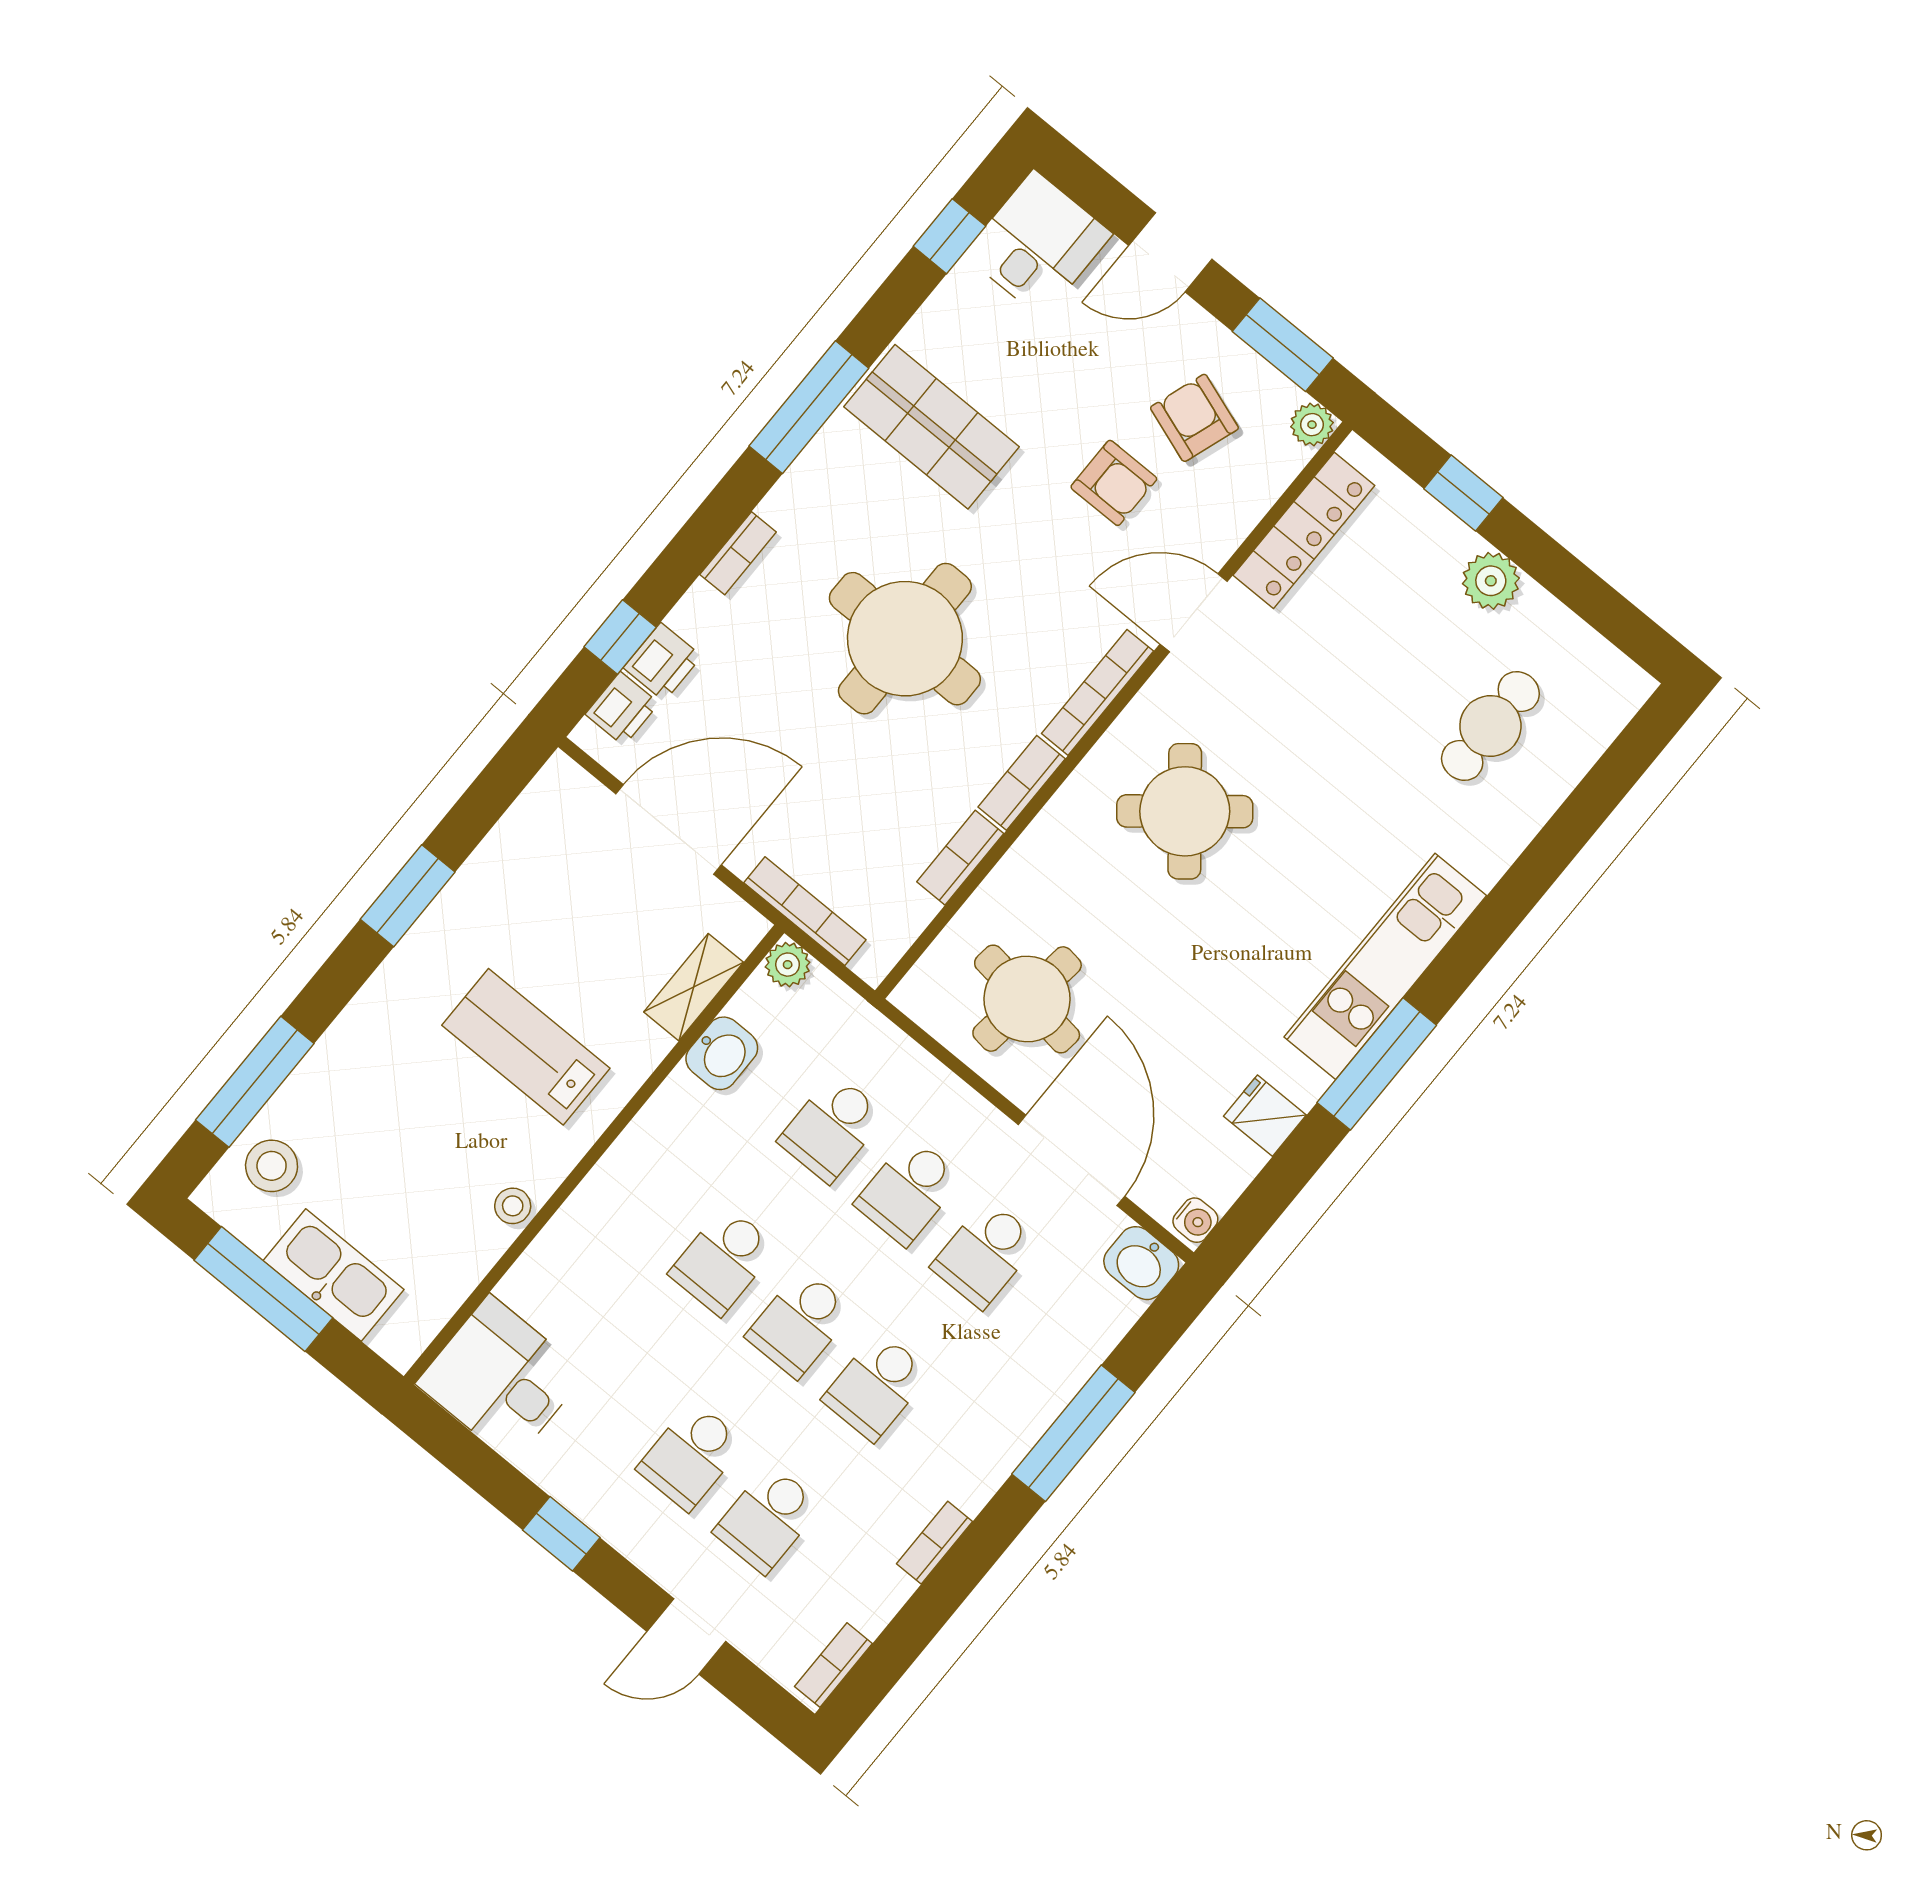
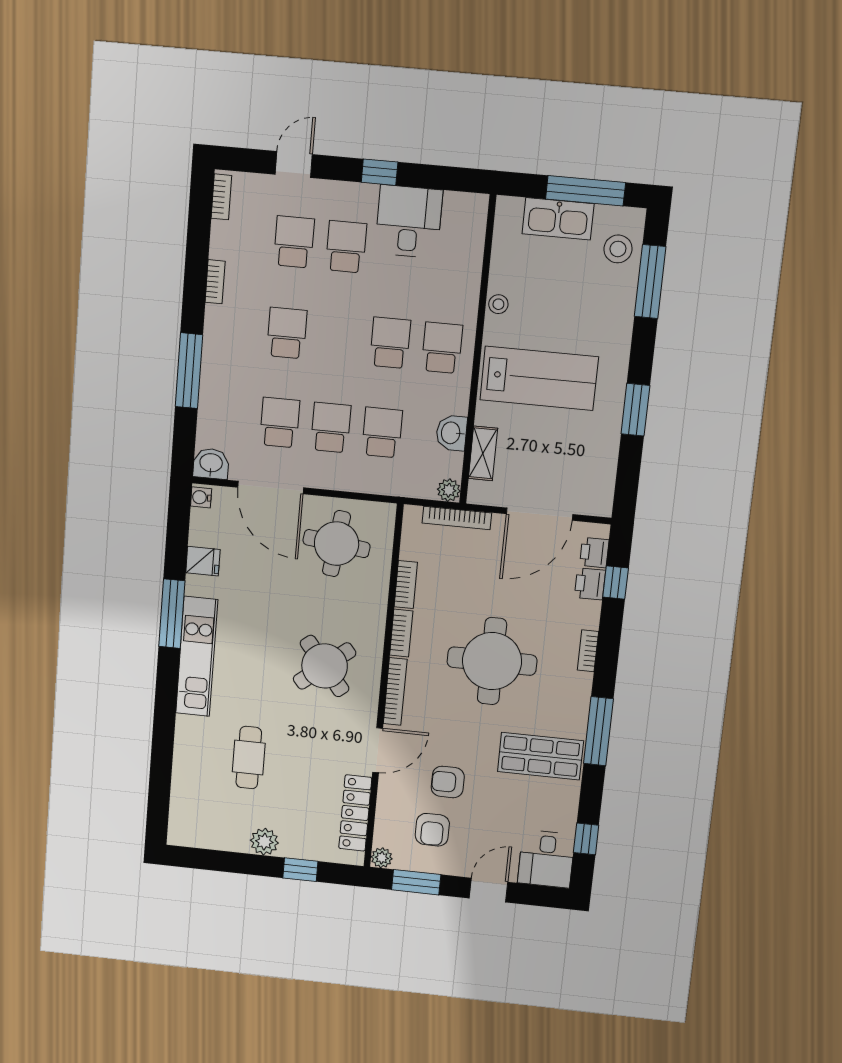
armchair: (1194, 418) -> (432, 830), turned 71
cafe table: (1490, 726) -> (249, 758), moved
lab bench: (526, 1047) -> (539, 378), width x1.36, depth x1.39
school desk: (800, 1323) -> (442, 348), moved
desk: (501, 1378) -> (409, 222), moved, turned -90

